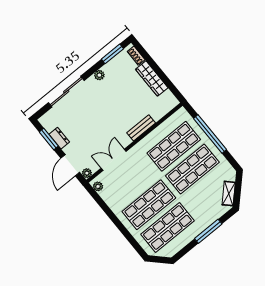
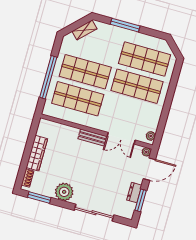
plant: (99, 75) -> (64, 192), width x1.87, depth x1.87
bench: (141, 128) -> (92, 137), moved

